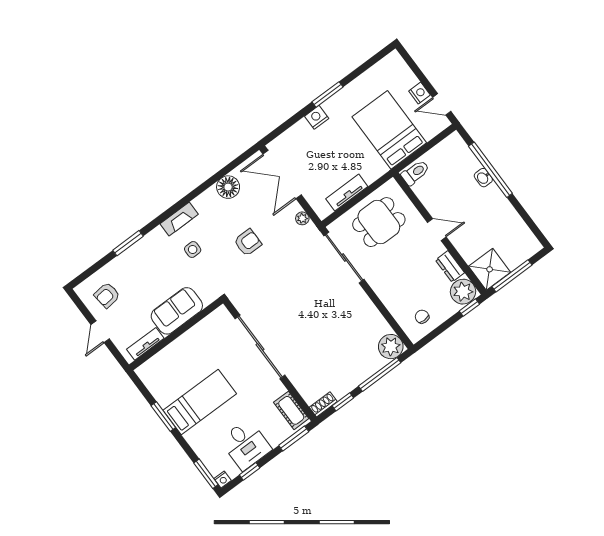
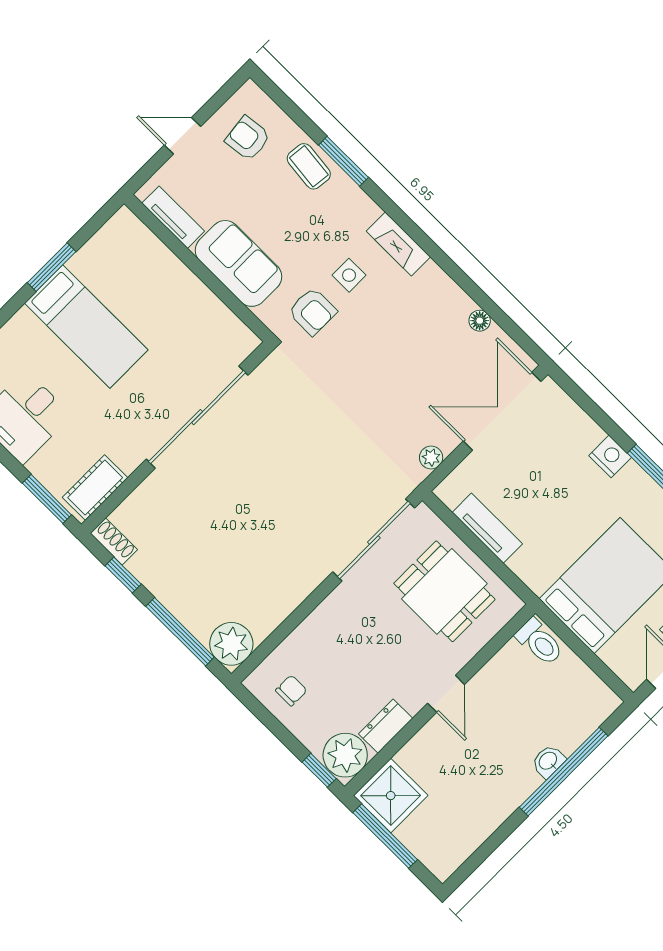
floor lamp: (228, 187) -> (480, 321), width x0.53, depth x0.53
armchair: (248, 242) -> (312, 311), moved
coffee table: (128, 263) -> (309, 166), added

